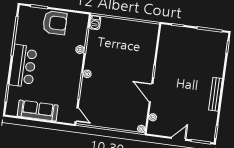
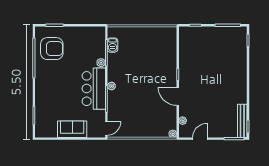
barbecue: (95, 22) -> (112, 45), moved
armchair: (55, 23) -> (52, 49), moved
bar counter: (23, 66) -> (94, 89), moved, turned 180
bench: (216, 94) -> (242, 121), moved
sofa: (38, 111) -> (72, 129), width x0.73
door: (77, 115) -> (106, 128), hinge flipped
door: (179, 139) -> (200, 139), moved

